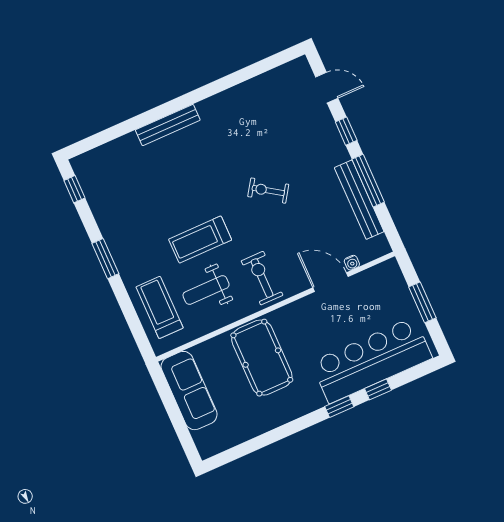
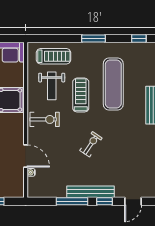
exercise mat: (161, 197) -> (113, 84), added
bench: (359, 200) -> (91, 192), moved
door: (330, 282) -> (26, 156), hinge flipped
weight bench: (206, 290) -> (52, 86), turned 180

